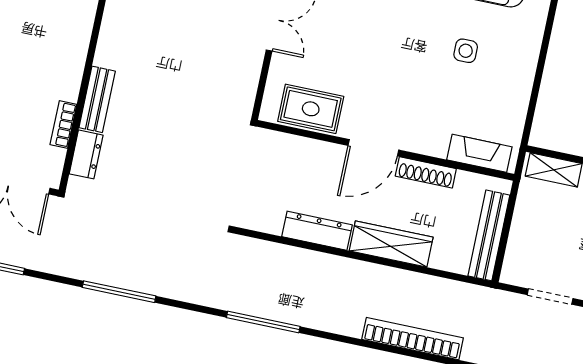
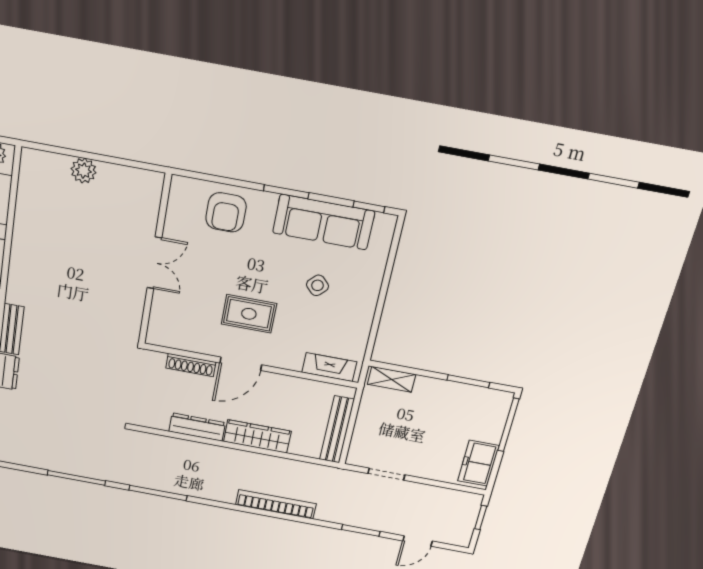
side table: (466, 51) -> (318, 285), turned 45
rug: (311, 109) -> (249, 314), moved
shoe rack: (426, 172) -> (191, 365), moved
window: (119, 292) -> (76, 478), moved

